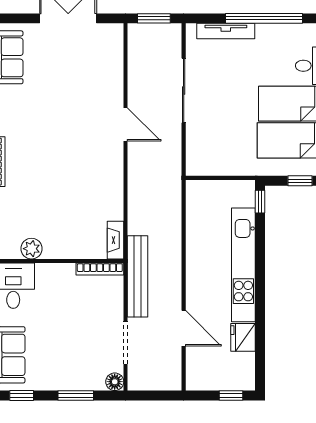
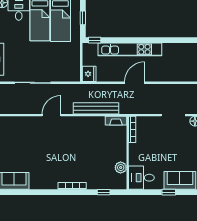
bench: (138, 276) -> (96, 108), moved
door: (184, 328) -> (135, 83), moved
fridge: (243, 337) -> (89, 74), moved, turned -90

